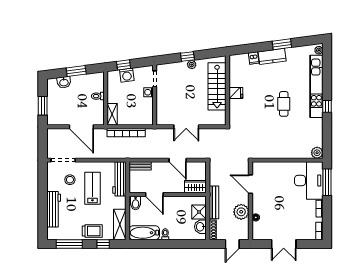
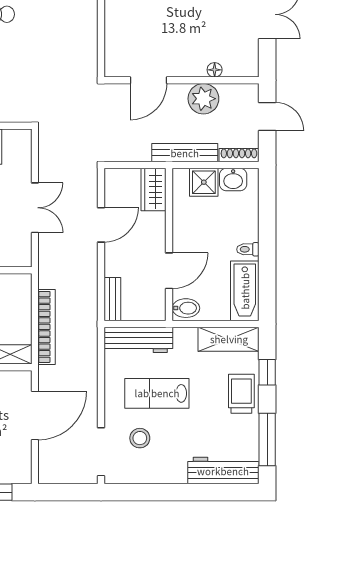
workbench: (54, 209) -> (223, 471), moved

